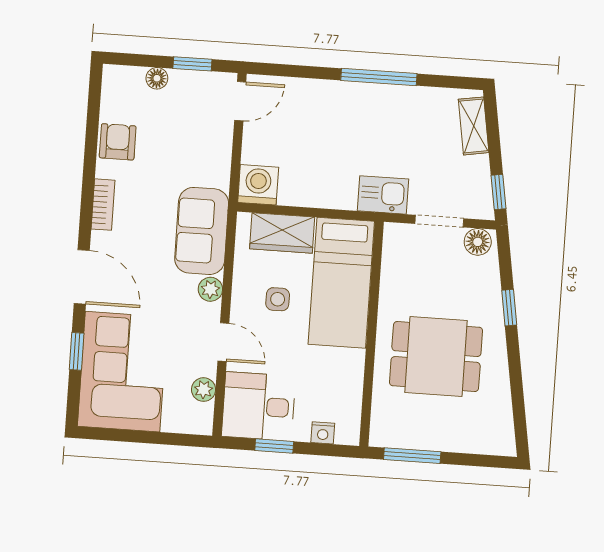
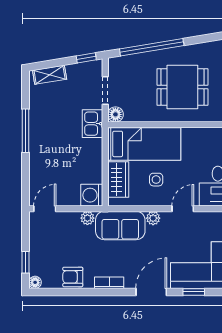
window: (192, 64) -> (25, 262), moved
floor lamp: (157, 78) -> (35, 282), moved
door: (240, 101) -> (45, 209), hinge flipped
floor lamp: (478, 242) -> (115, 114), moved
window: (509, 308) -> (152, 47), width x3.17
dining table: (436, 357) -> (182, 87), turned 90
plant: (204, 390) -> (87, 218), moved

